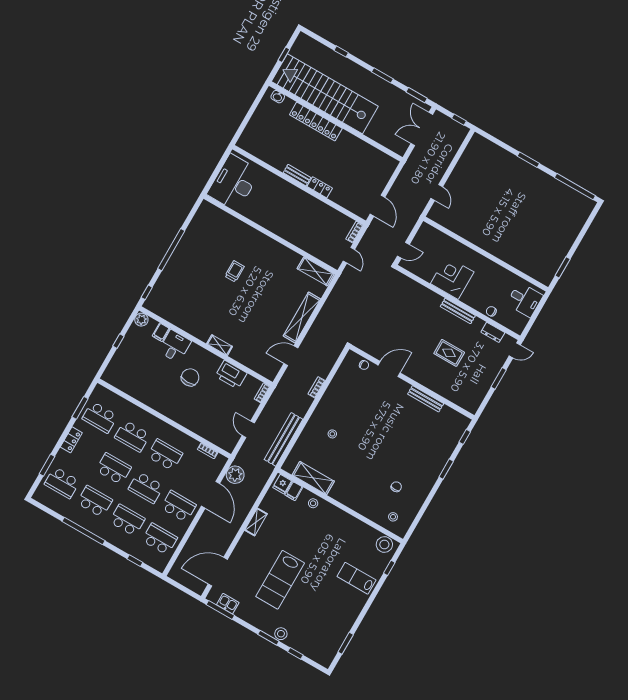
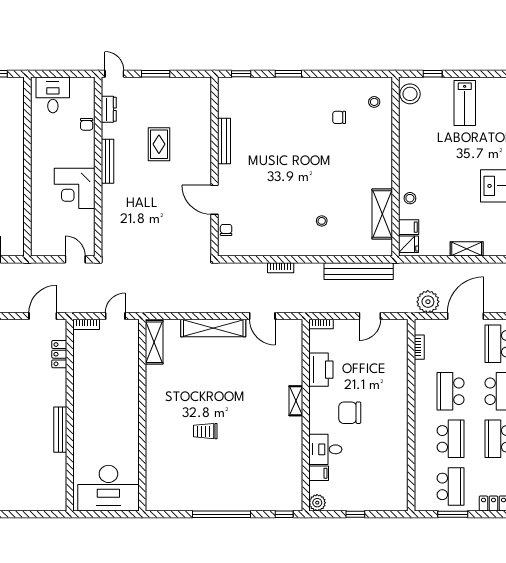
bench: (297, 175) -> (60, 430), width x1.36
locker: (320, 187) -> (59, 354), moved

